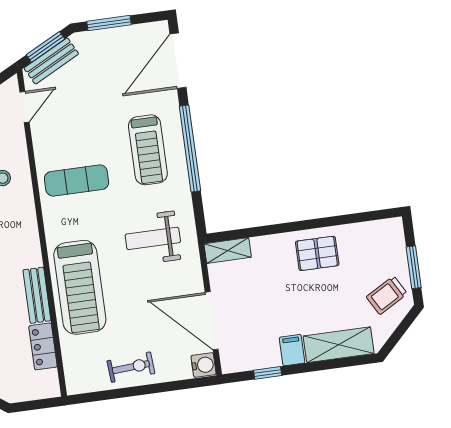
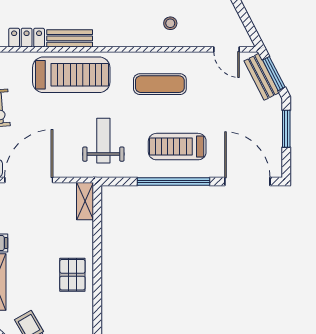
exercise mat: (77, 180) -> (160, 84), turned 90
treadmill: (80, 287) -> (71, 75), turned 180

